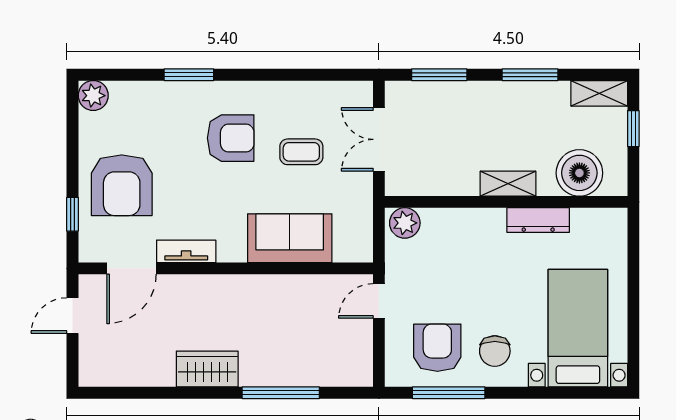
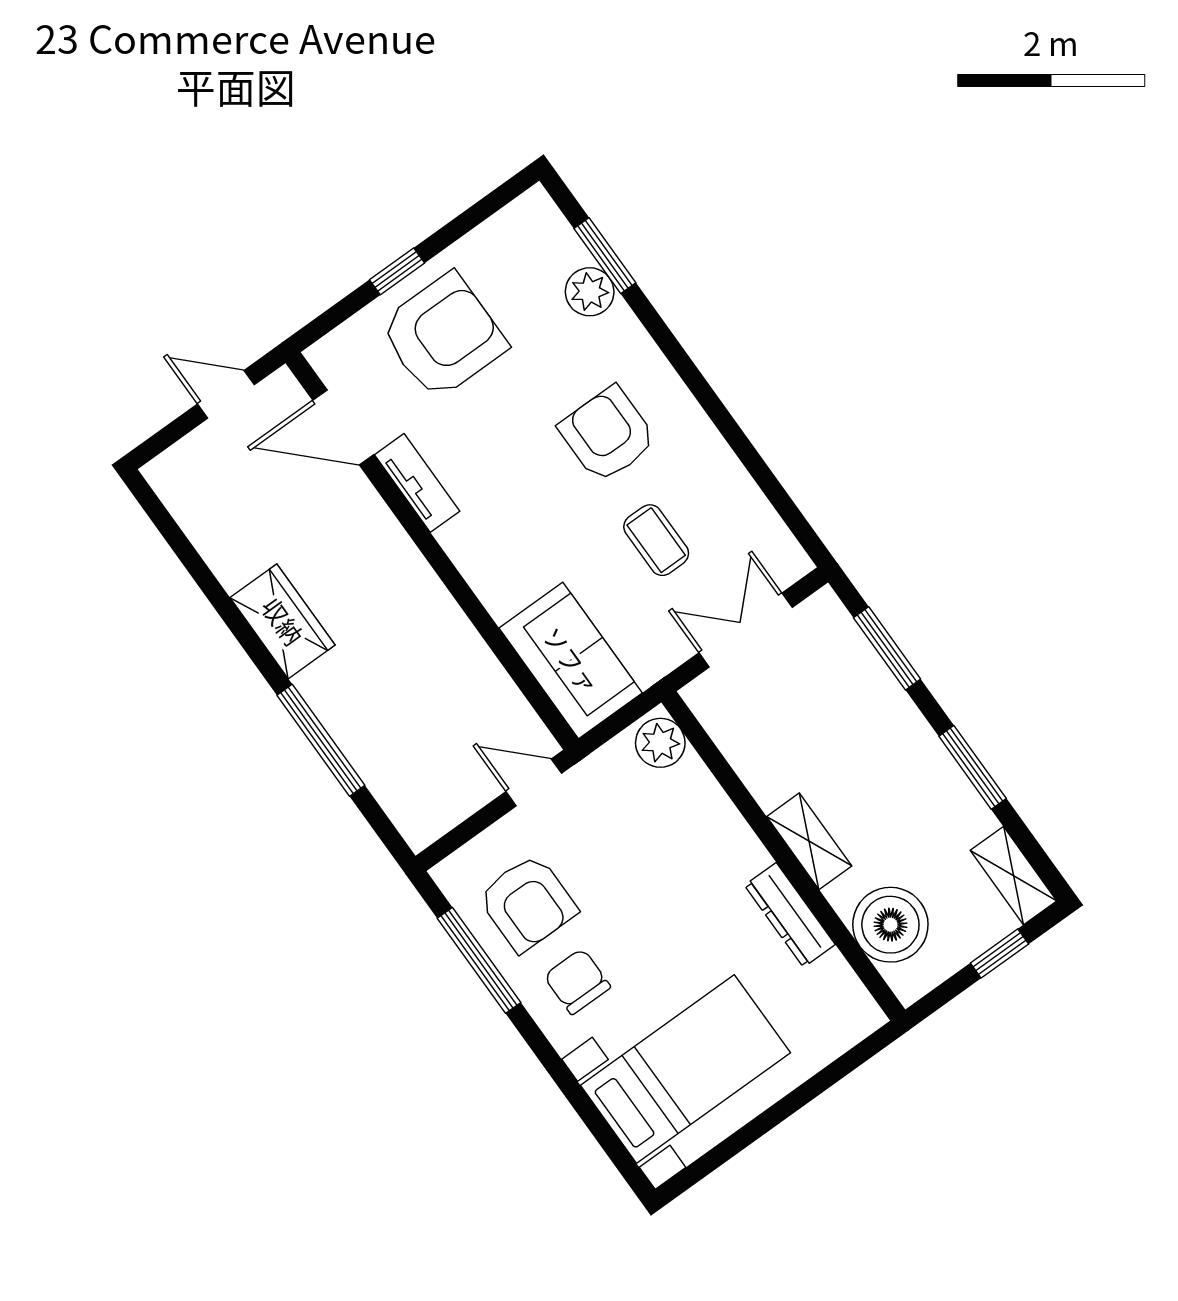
window: (189, 75) -> (605, 256), moved
plant: (93, 96) -> (590, 292), moved
armchair: (231, 138) -> (608, 434), turned 180
armchair: (122, 185) -> (443, 336), turned 180
window: (73, 214) -> (397, 271), moved
sofa: (290, 238) -> (571, 660), moved
armchair: (437, 348) -> (527, 903), turned 90
chair: (495, 351) -> (577, 981), turned 90

